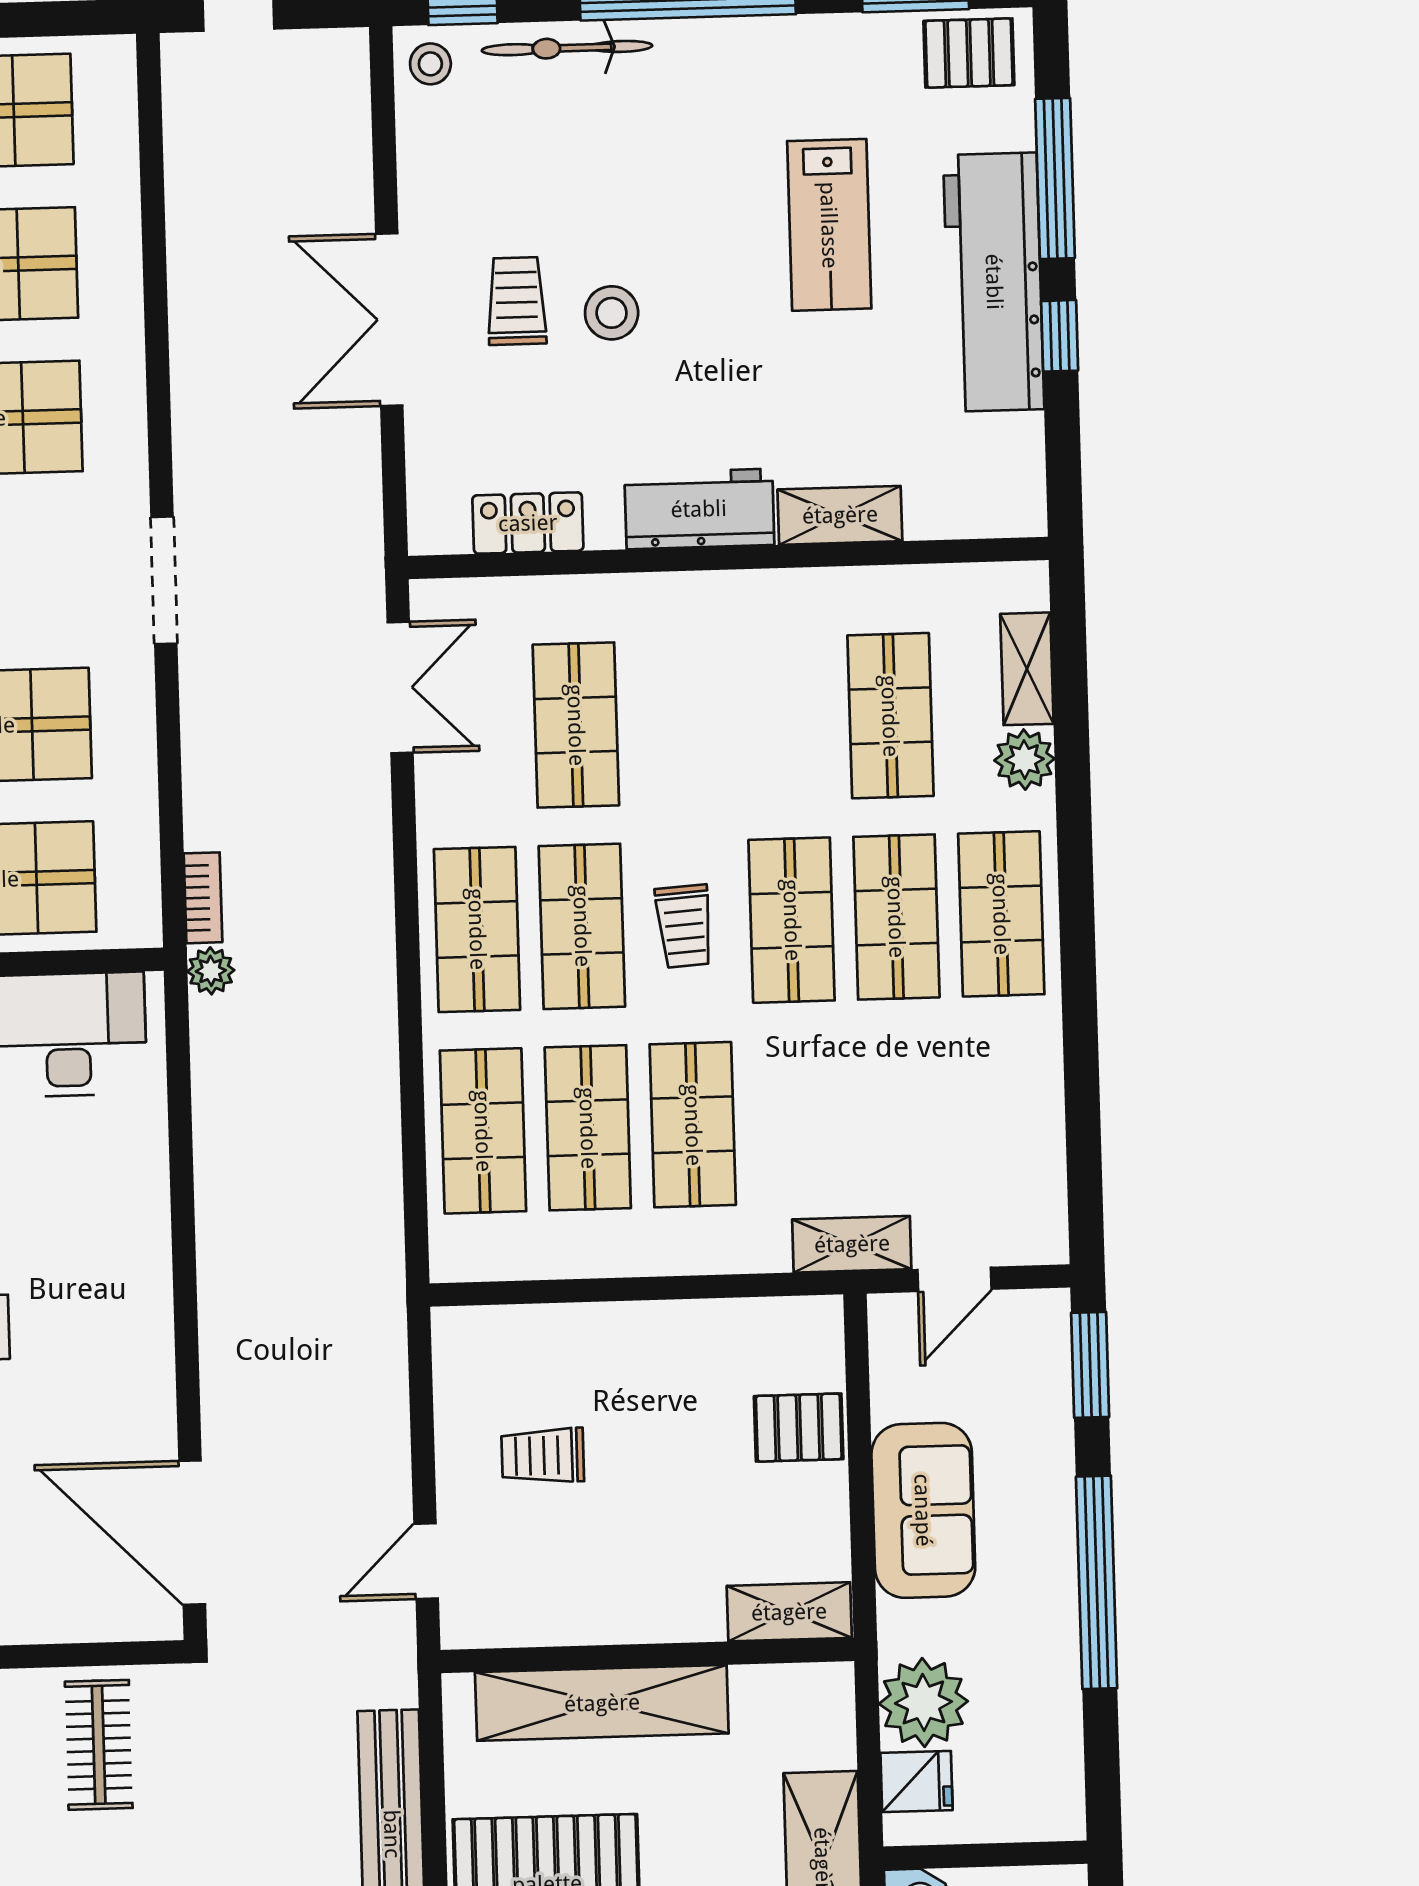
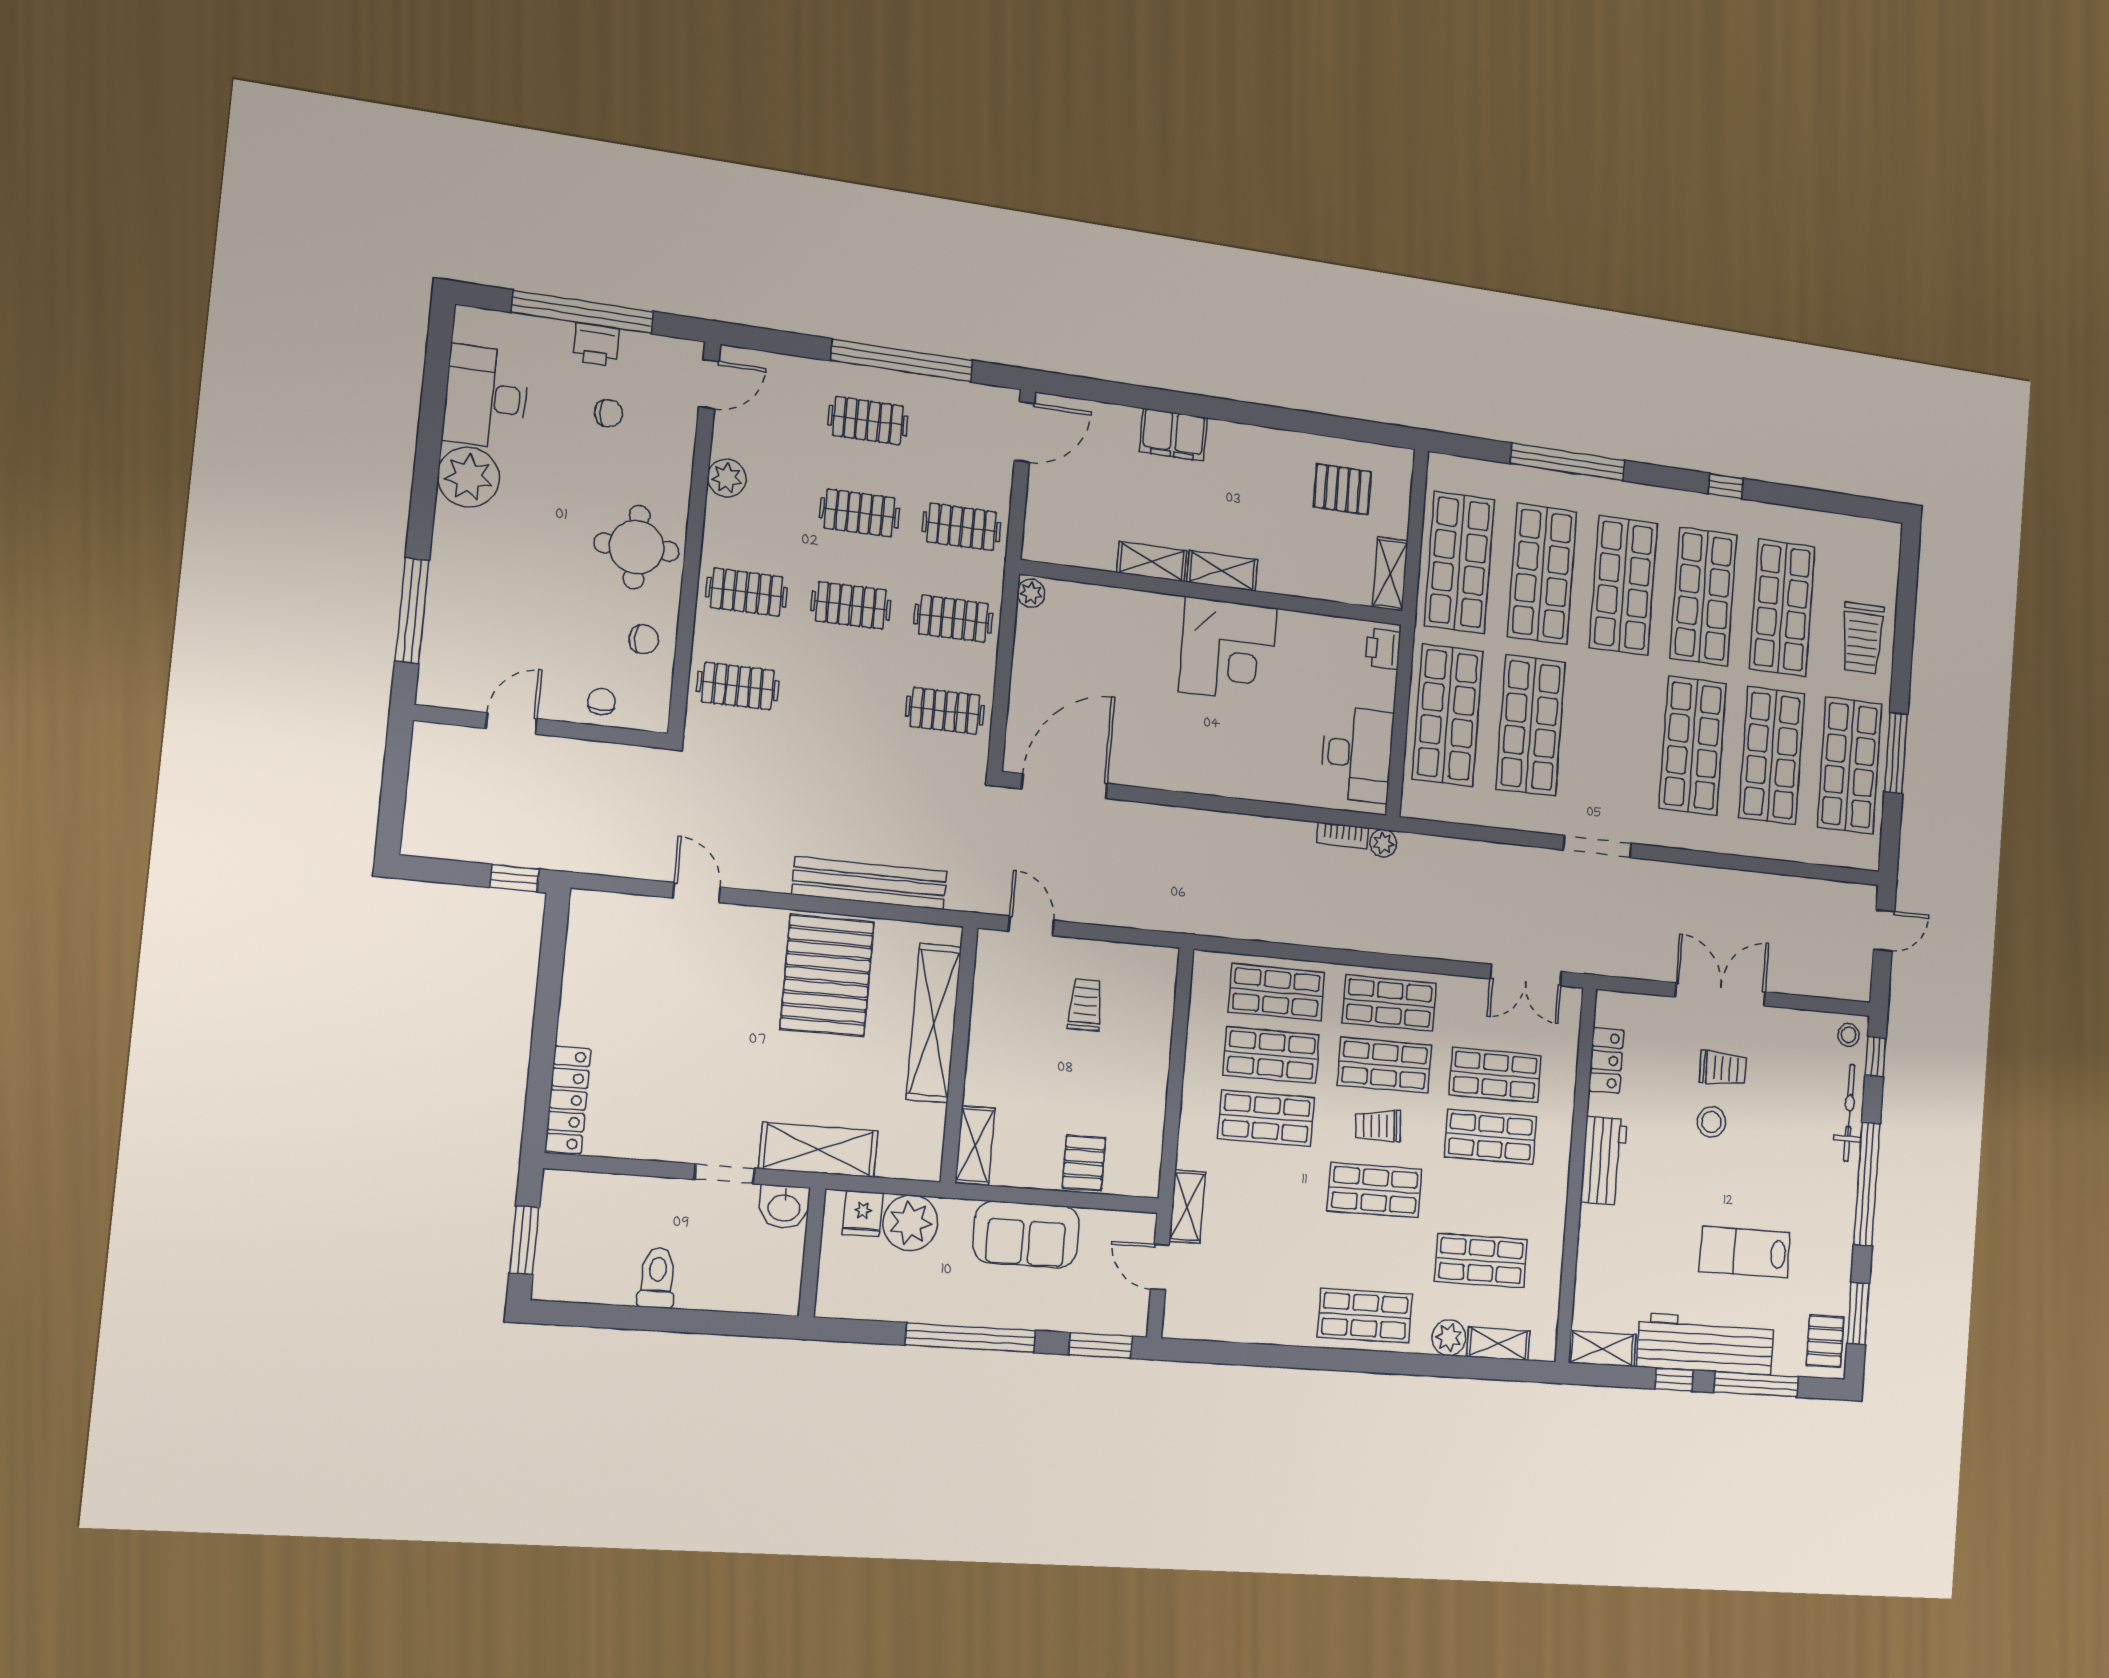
shelving: (840, 515) -> (1602, 1349), moved, turned 90
bookcase: (203, 898) -> (1343, 835), moved
shop shelf: (896, 917) -> (1490, 1137), moved

